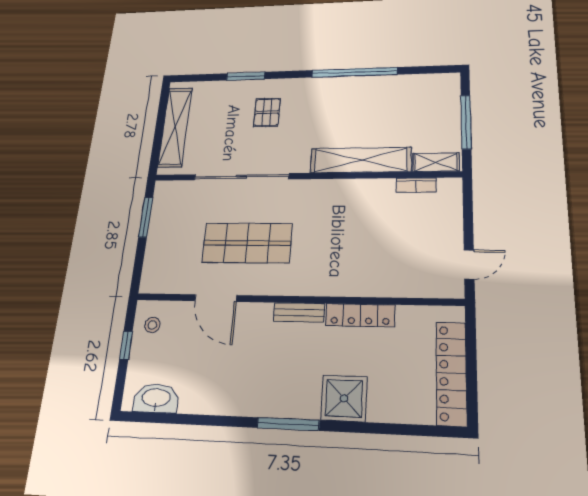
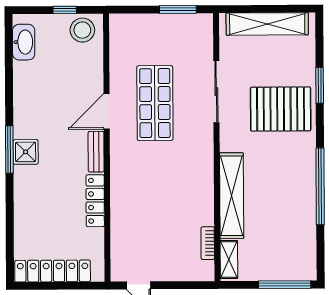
pallet: (267, 112) -> (281, 109), width x2.05, depth x2.00
window: (466, 122) -> (285, 285), moved
sliding door: (241, 177) -> (216, 92), width x0.73
door: (216, 298) -> (107, 111), moved
stool: (152, 325) -> (82, 30), width x1.89, depth x1.89
shower: (344, 398) -> (26, 152), moved, width x0.73, depth x0.73

